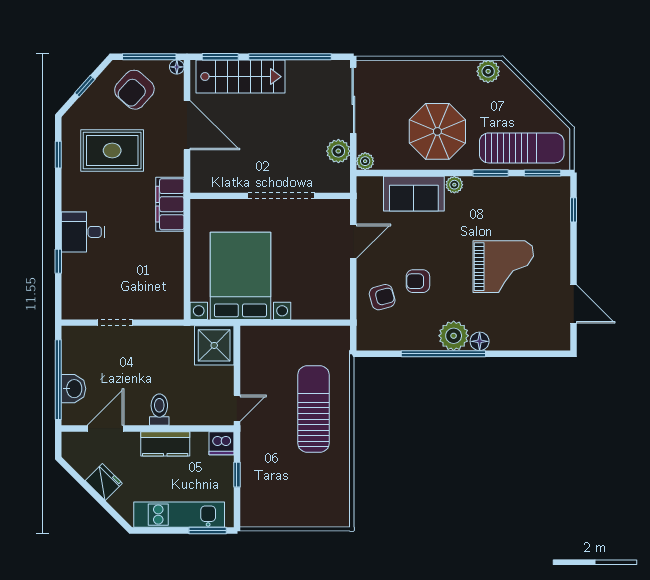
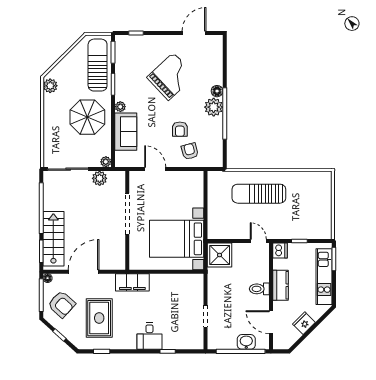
grand piano: (503, 267) -> (171, 76), turned 47

